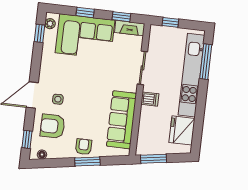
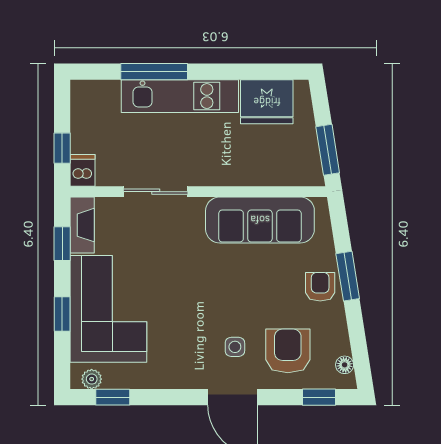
window: (206, 62) -> (154, 72), moved
kitchen unit: (191, 75) -> (180, 96), width x0.73
dishwasher: (150, 99) -> (83, 170), moved
armchair: (53, 126) -> (288, 351), turned 180
armchair: (84, 147) -> (320, 287), turned 90

